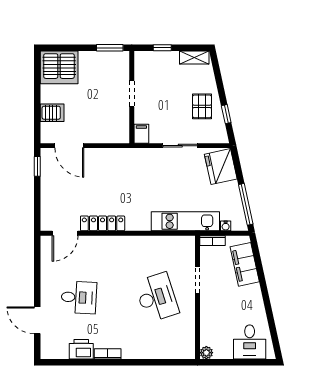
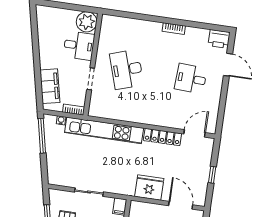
window: (37, 166) -> (212, 175), moved
fridge: (221, 167) -> (149, 187), moved, turned -78
kitchen unit: (185, 221) -> (104, 130), width x1.36
desk: (250, 342) -> (79, 46), moved, turned 90
printer: (81, 349) -> (219, 39), moved
plant: (206, 353) -> (87, 22), width x1.87, depth x1.87

